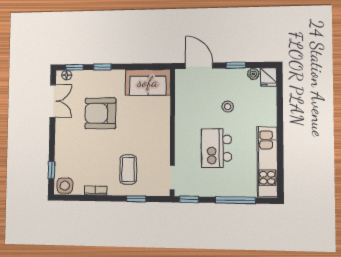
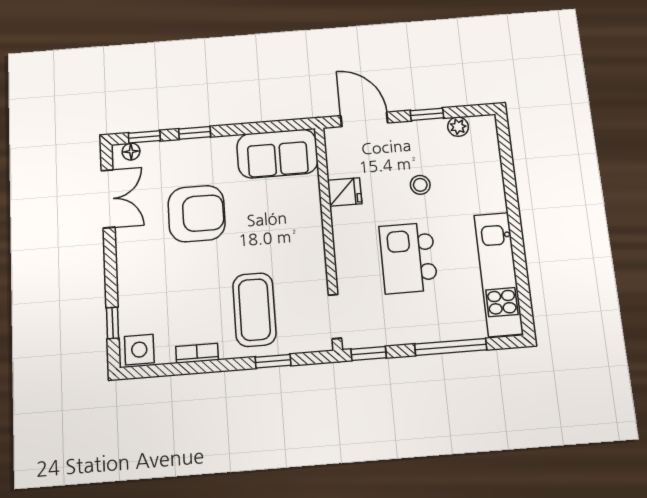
fridge: (268, 77) -> (345, 192), moved, turned -90
armchair: (100, 113) -> (197, 214), turned 180
coffee table: (128, 170) -> (254, 310), width x1.36, depth x1.32

